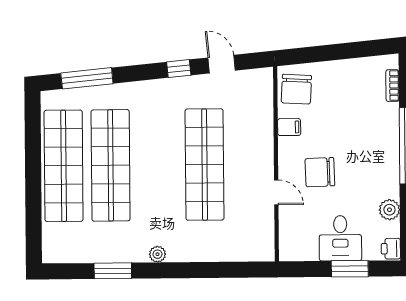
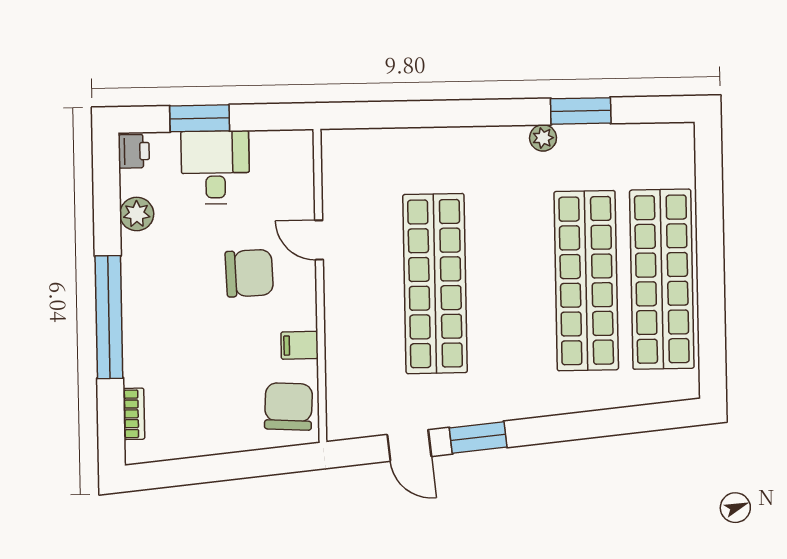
window: (179, 69) -> (478, 438), width x1.50
window: (87, 78) -> (626, 420), removed
plant: (157, 254) -> (543, 138), moved

